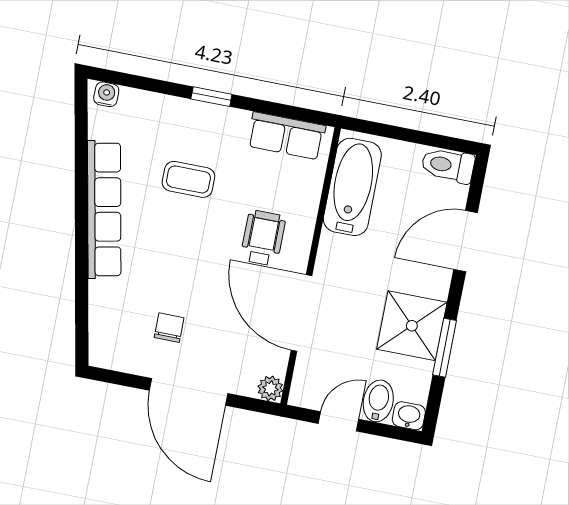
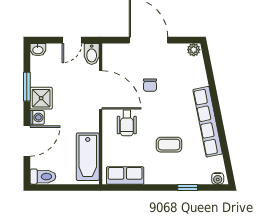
window: (211, 97) -> (188, 188), moved
washing machine: (437, 283) -> (37, 117), added
shower: (412, 326) -> (41, 98), width x0.73, depth x0.73
chair: (169, 328) -> (150, 85), moved
plant: (270, 388) -> (194, 50), moved
bidet: (378, 401) -> (92, 54), moved

